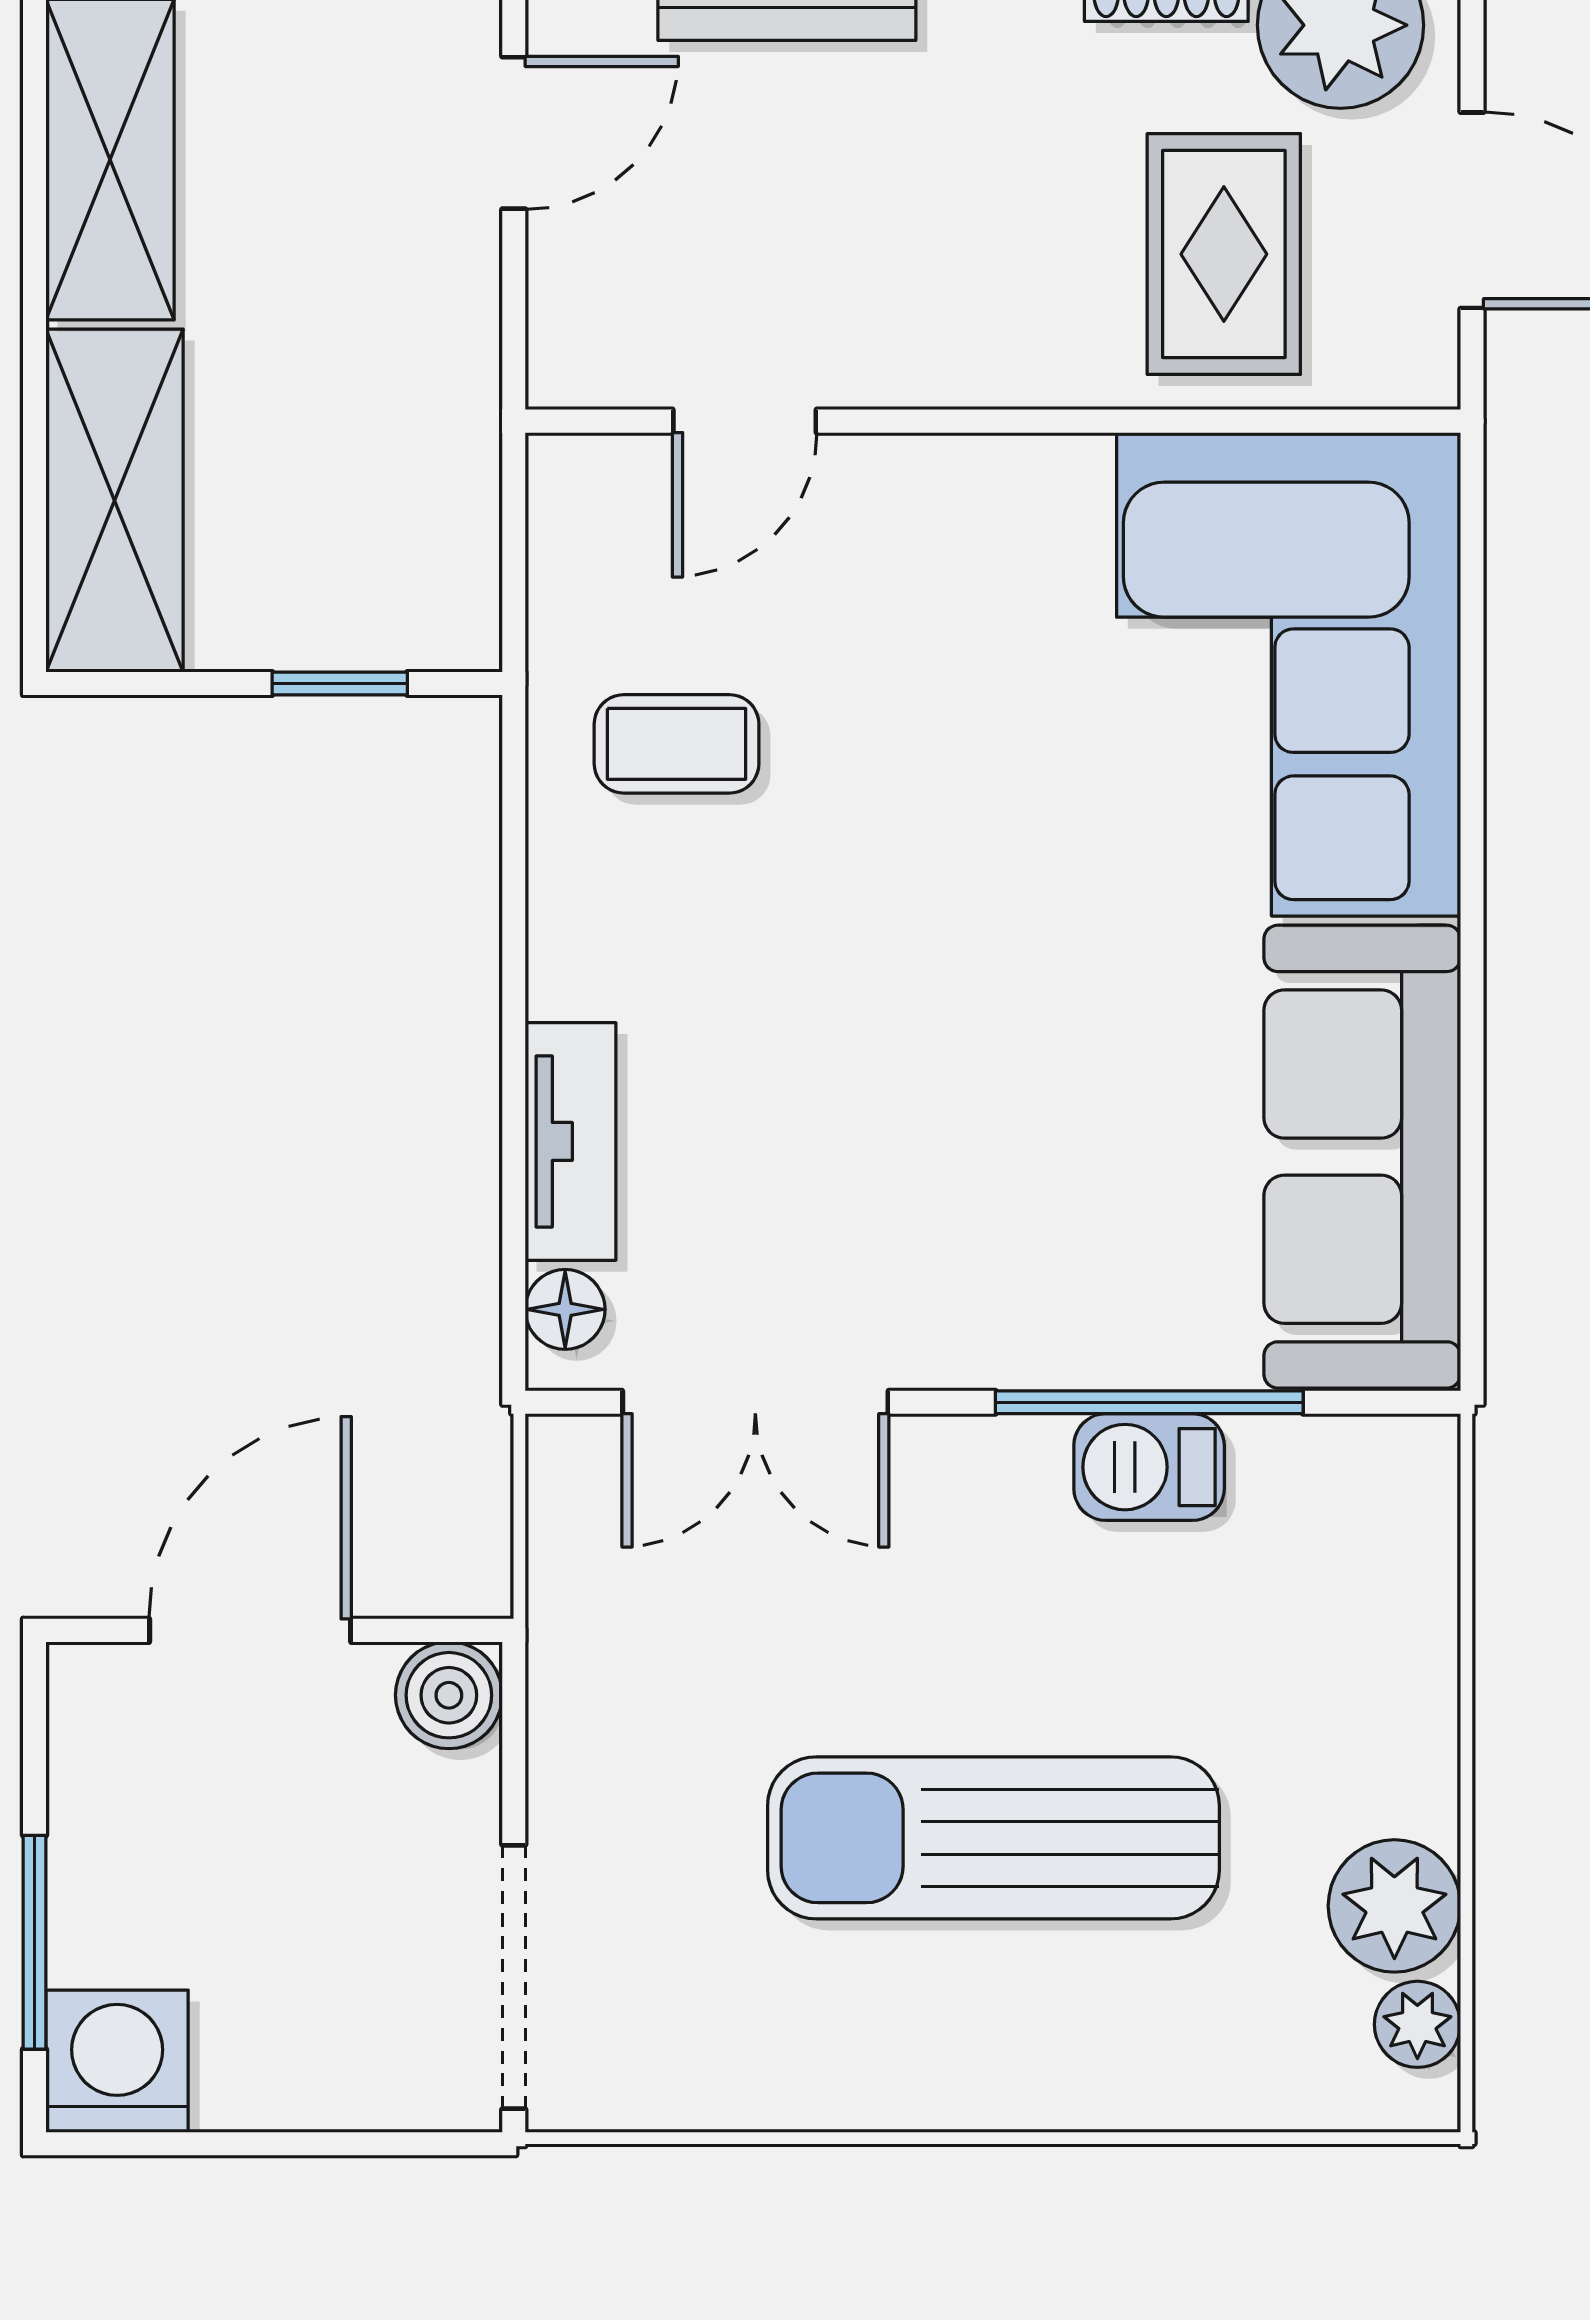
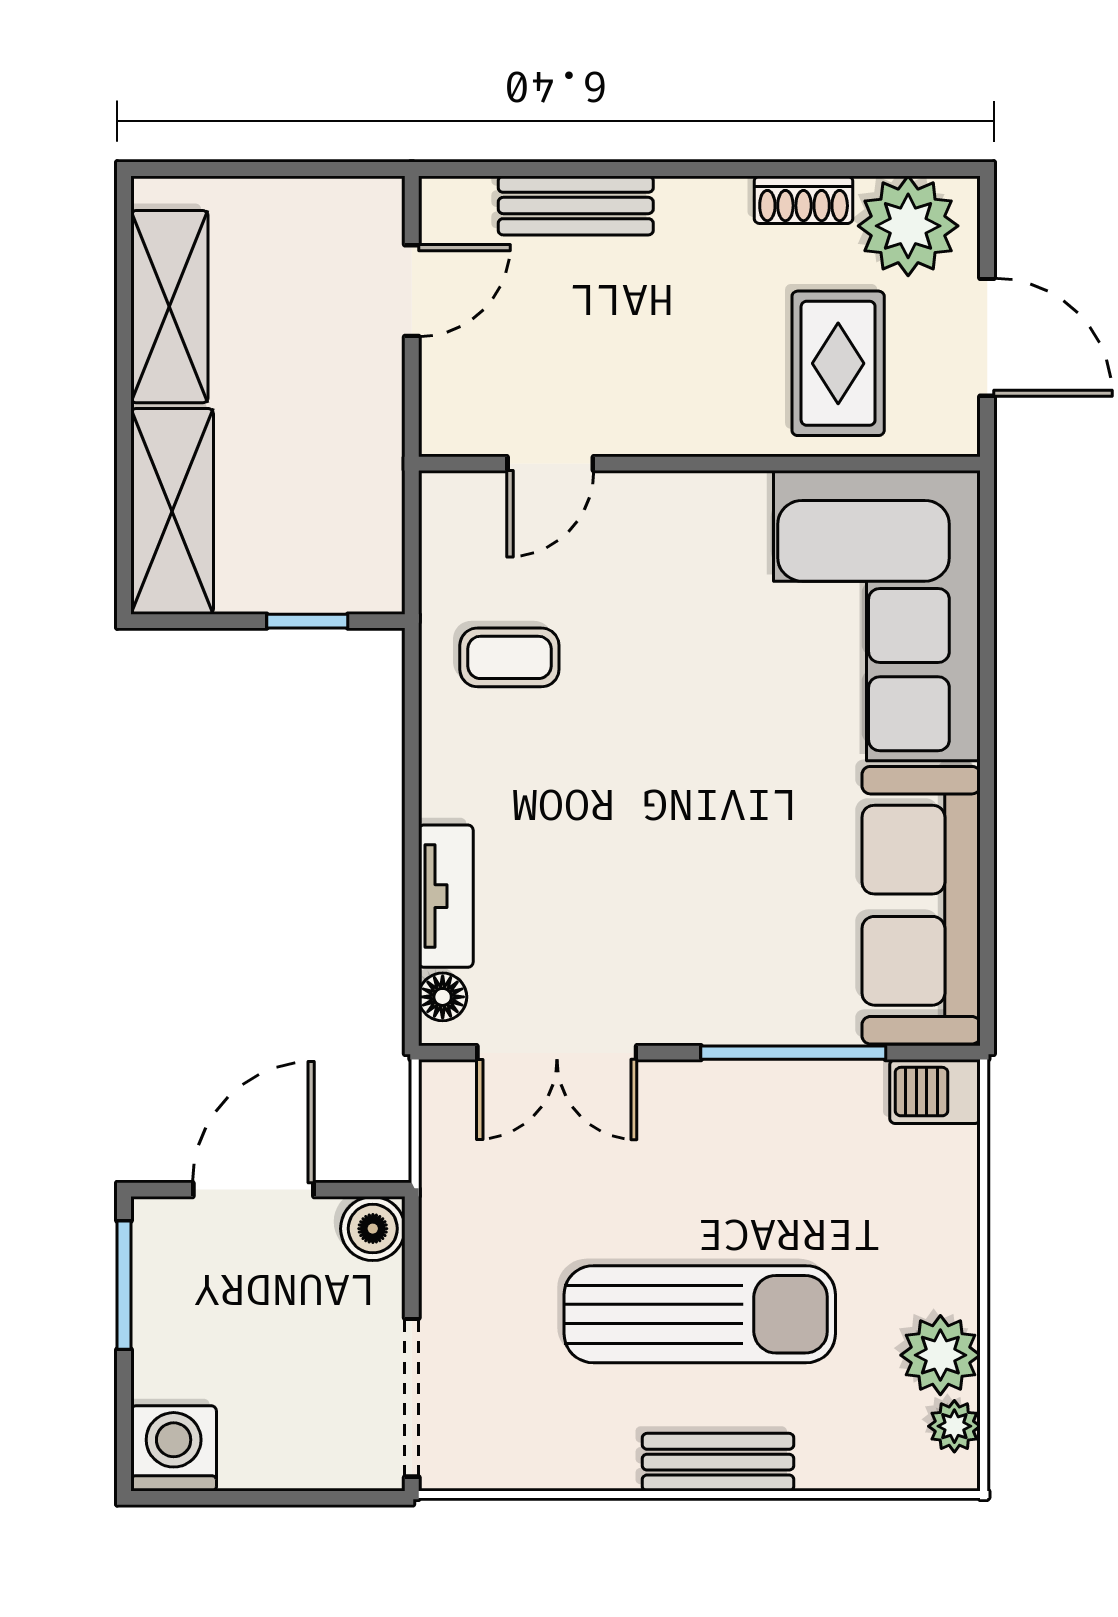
barbecue: (1149, 1467) -> (935, 1092), moved
sun lounger: (993, 1838) -> (700, 1314), turned 180
window: (35, 1942) -> (124, 1285), moved
bench: (1024, 2084) -> (718, 1462), added

